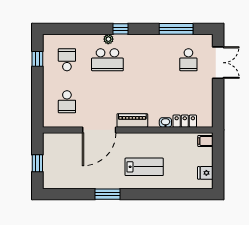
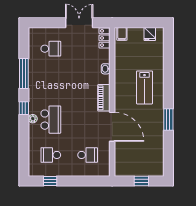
window: (176, 29) -> (24, 74), moved
double door: (218, 63) -> (79, 23), moved
locker: (185, 121) -> (104, 38), moved
lab bench: (144, 167) -> (145, 87), turned 180

